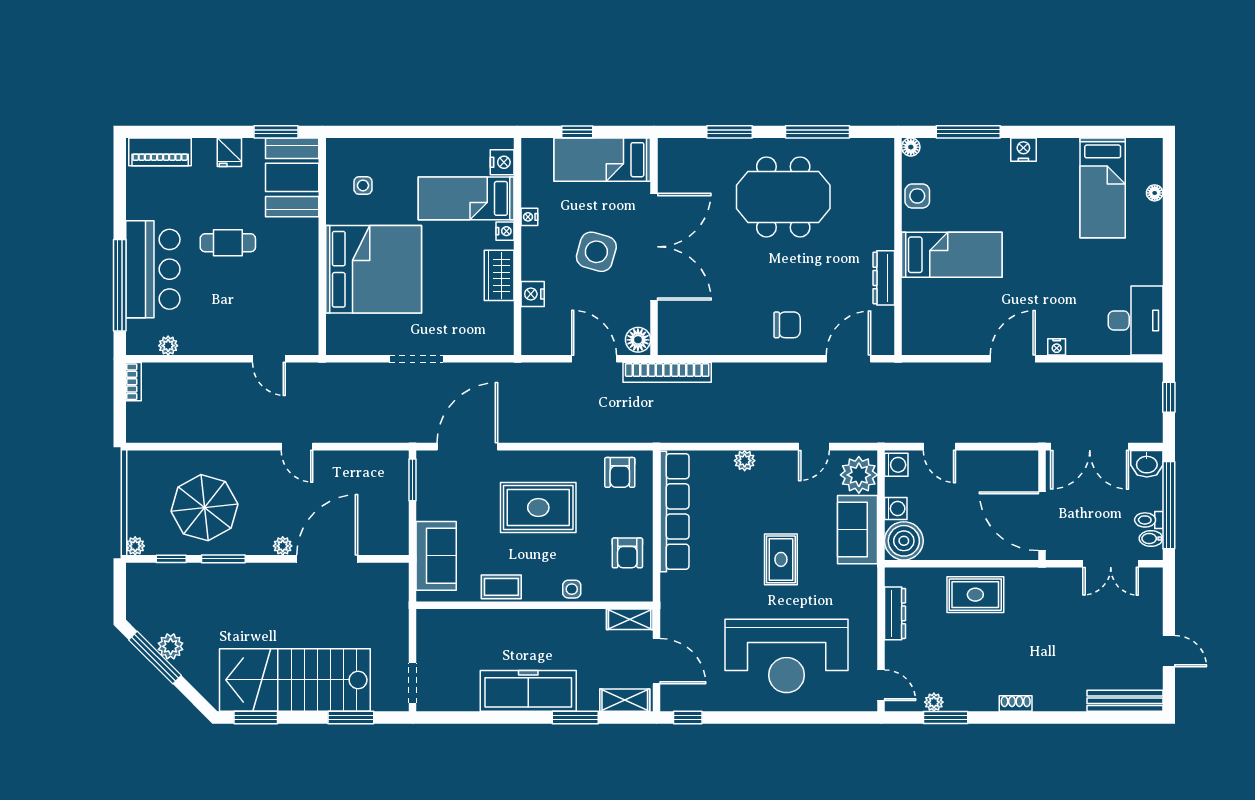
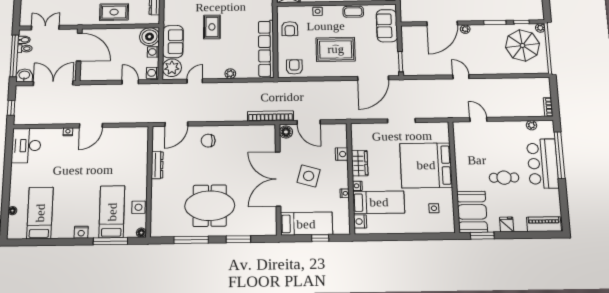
bed: (952, 255) -> (112, 212), moved, turned 90
parasol: (204, 508) -> (522, 45), moved
armchair: (627, 553) -> (290, 29), turned 180

